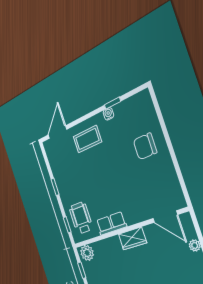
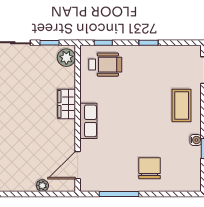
window: (177, 167) -> (119, 194), added
row of seats: (111, 223) -> (88, 121), moved
wardrobe: (132, 238) -> (67, 104), moved

